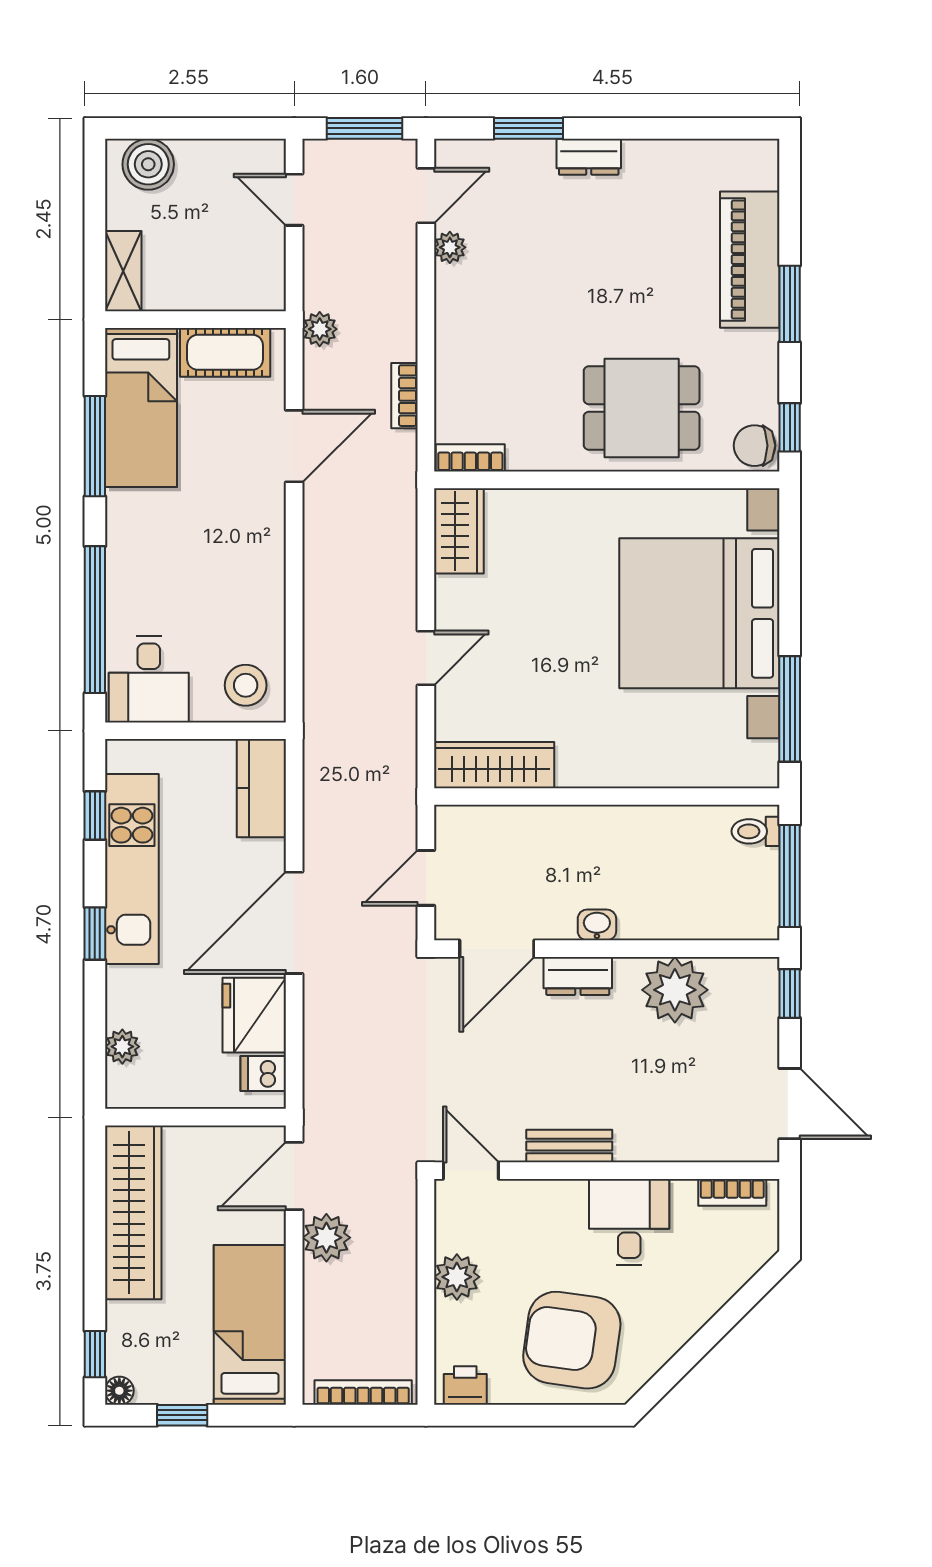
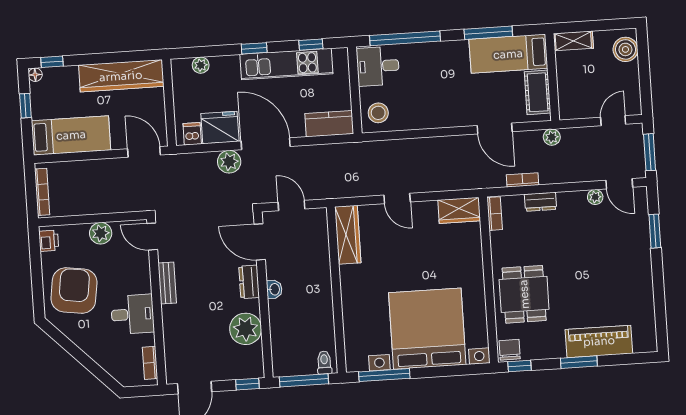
dresser: (589, 157) -> (541, 202), moved, turned -90
door: (471, 1171) -> (152, 237), swing flipped
plant: (326, 1238) -> (229, 162), moved

